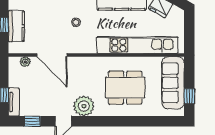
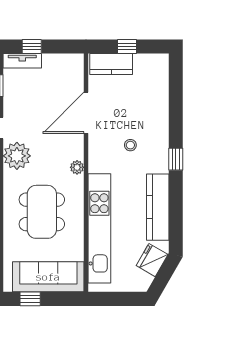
kitchen counter: (16, 26) -> (111, 64), moved
plant: (25, 62) -> (77, 167), moved

